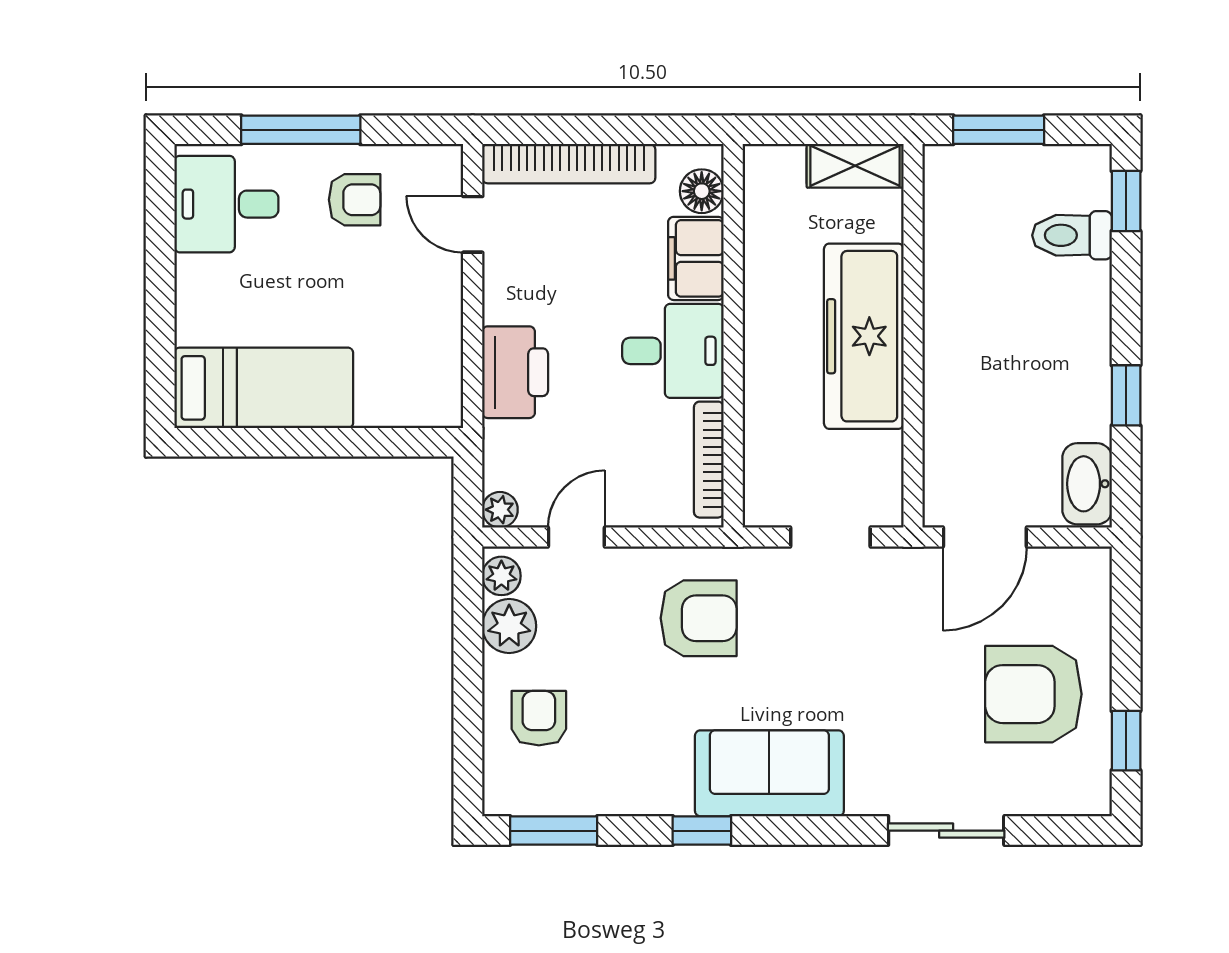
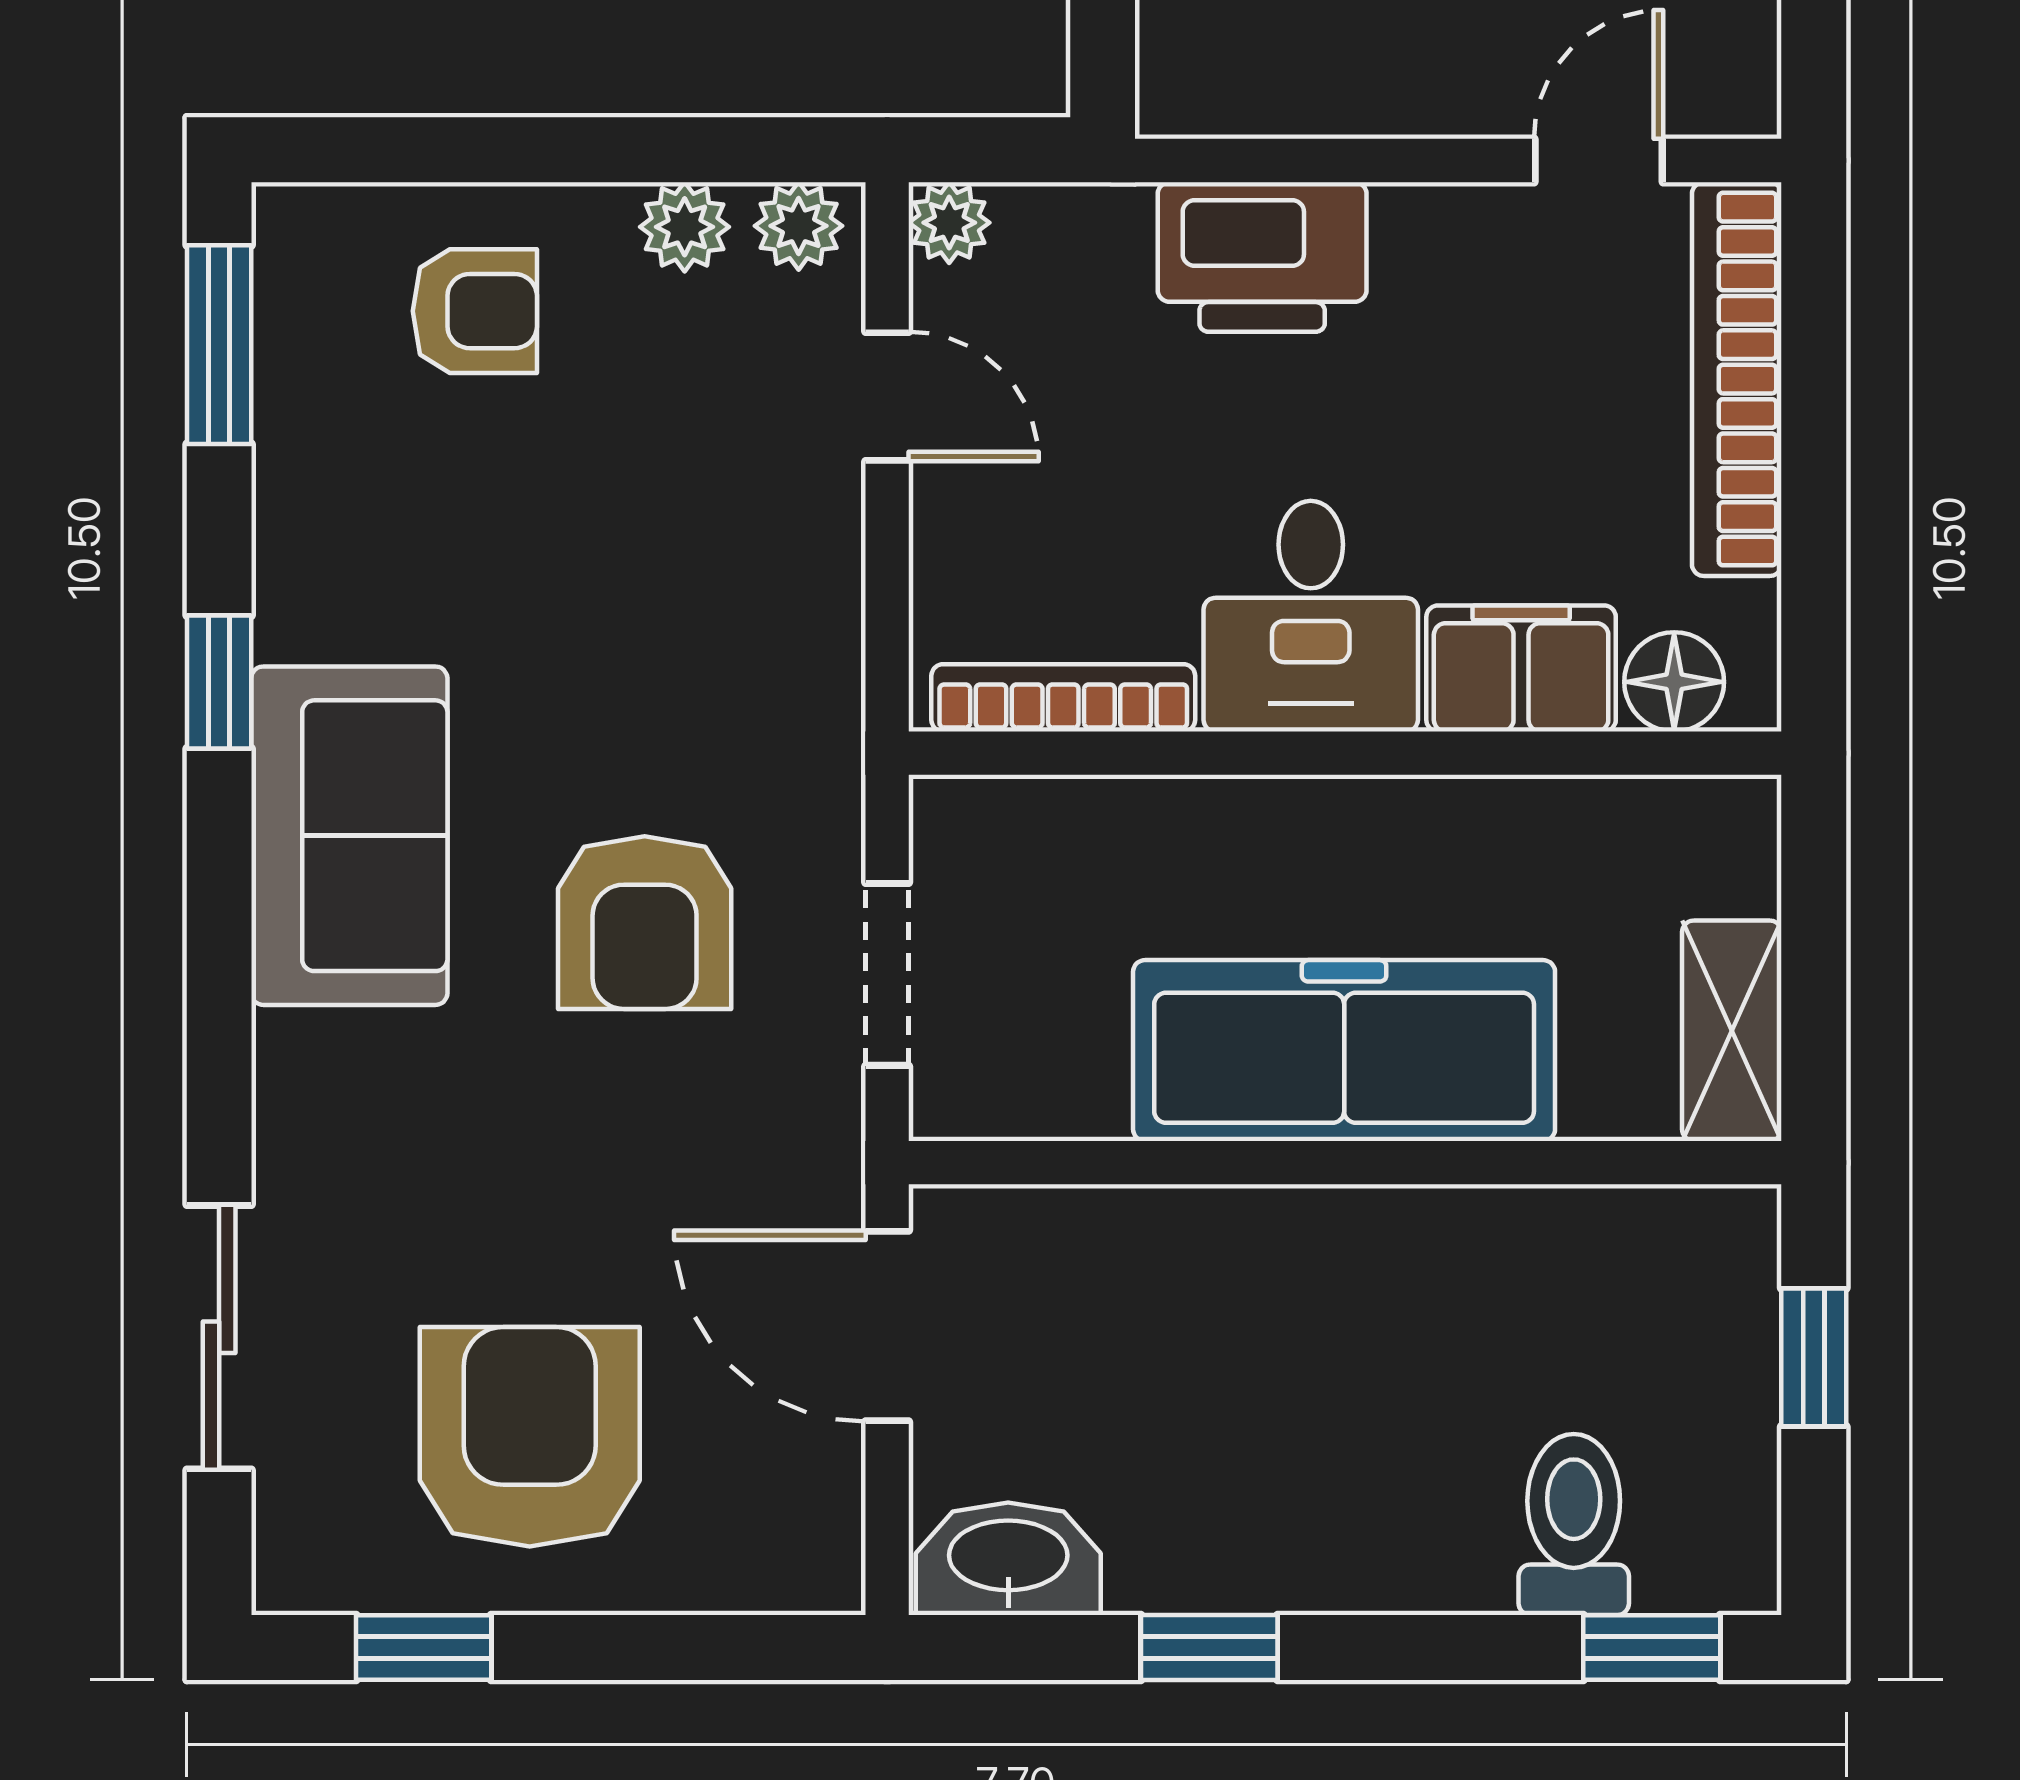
window: (999, 130) -> (1814, 1357), width x0.67
armchair: (699, 618) -> (645, 923), moved
plant: (509, 626) -> (685, 227), width x0.73, depth x0.73
sliding door: (946, 831) -> (219, 1337), moved

